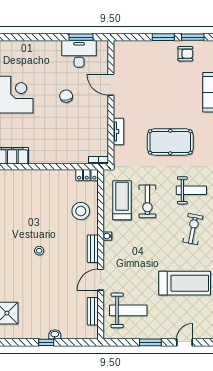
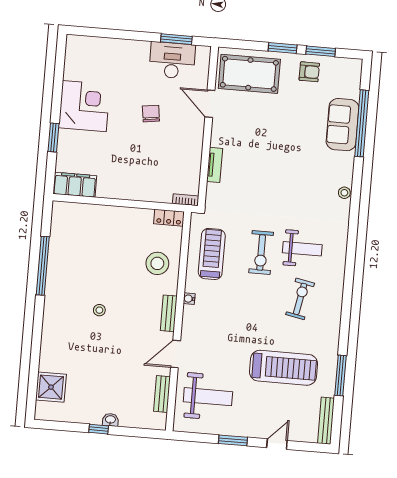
pool table: (170, 142) -> (249, 74), moved
exercise bike: (147, 201) -> (261, 253), moved

